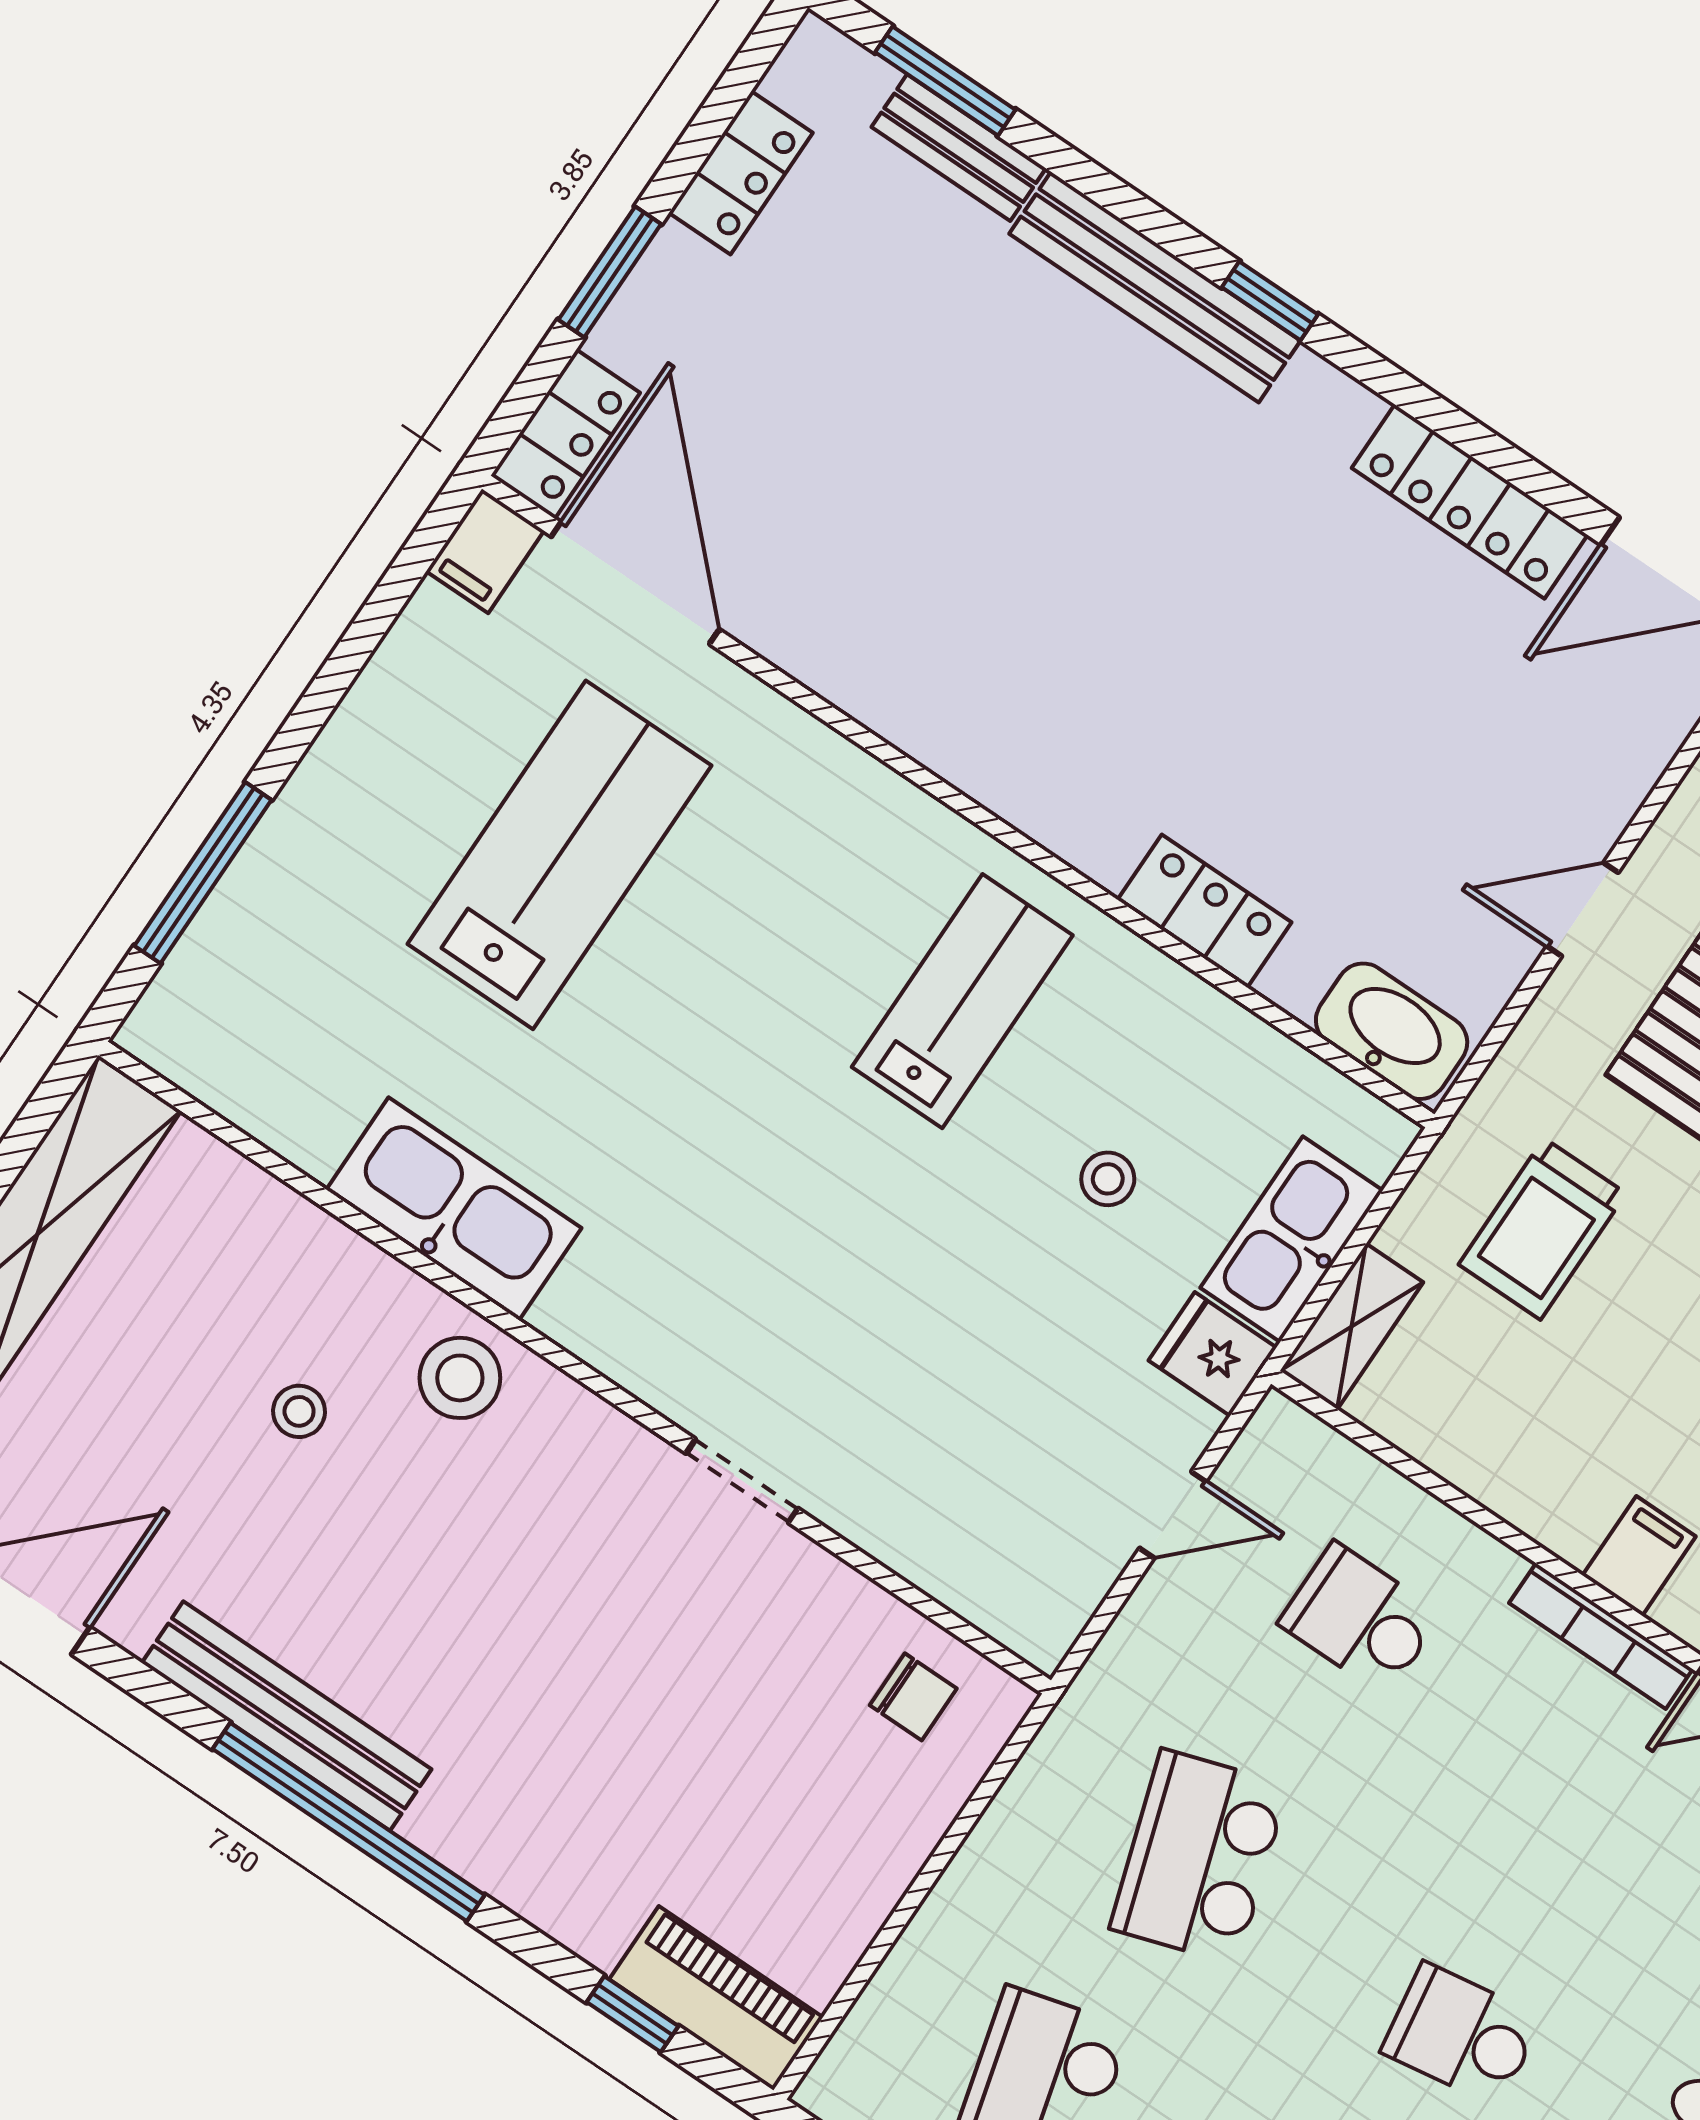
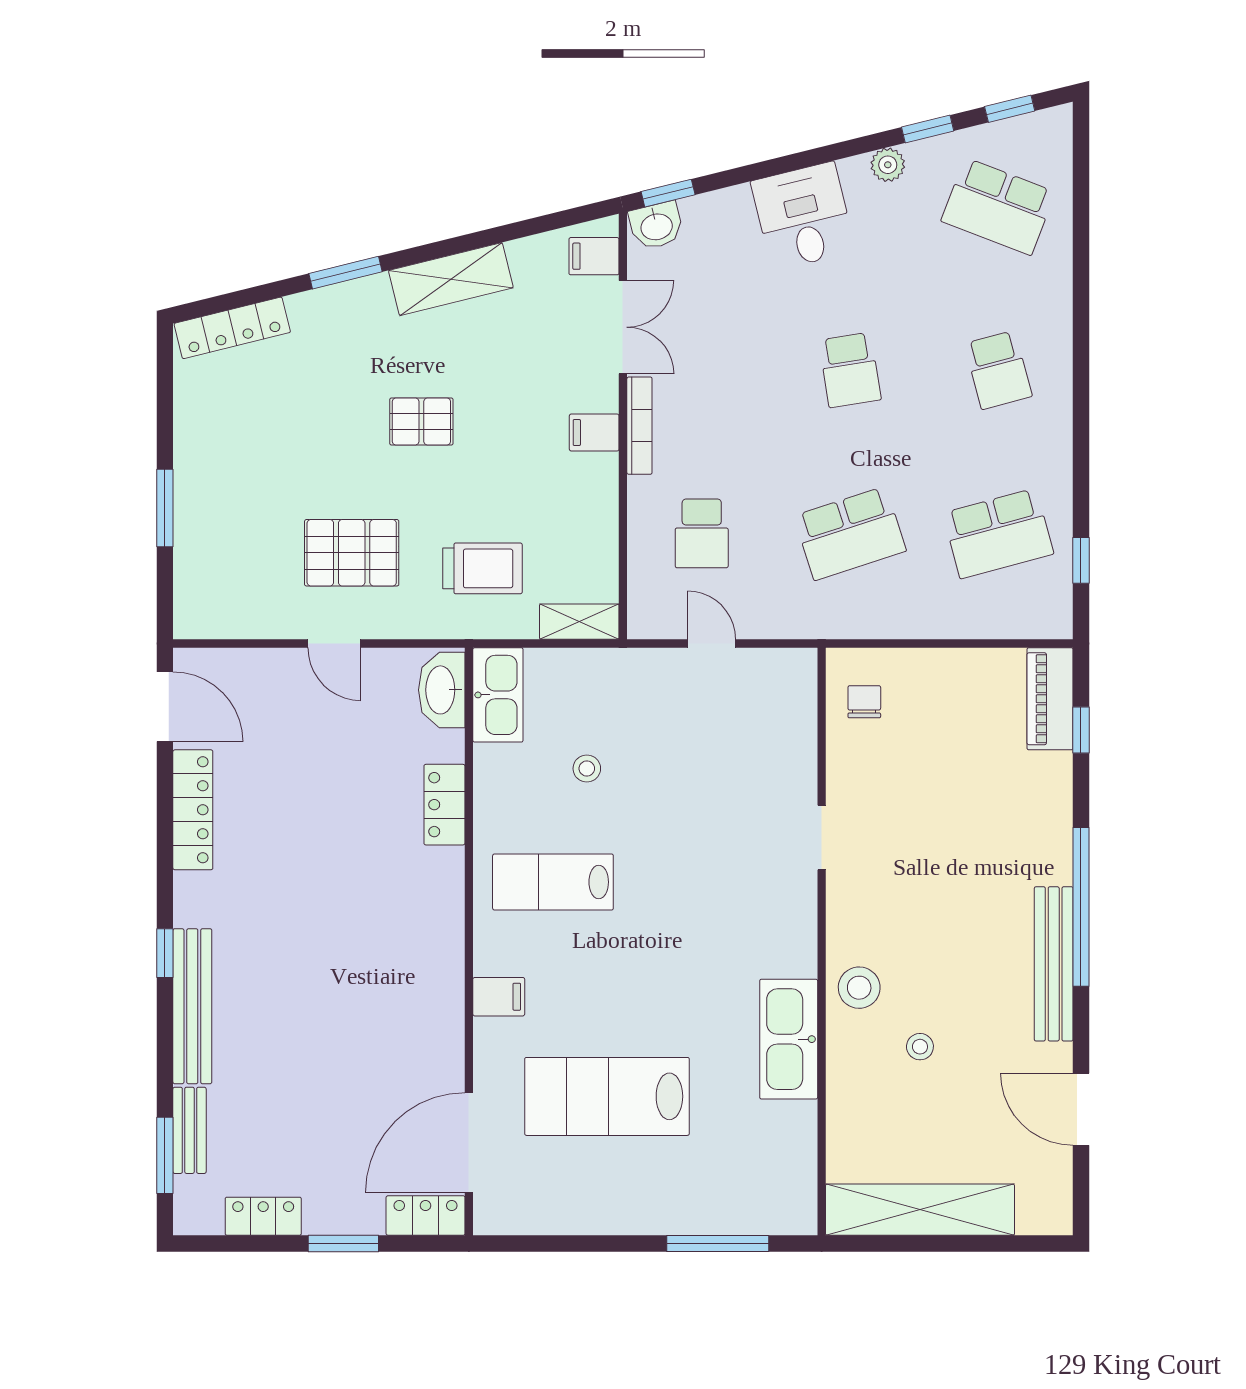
filing cabinet: (485, 551) -> (499, 997), moved
kitchen sink: (1292, 1239) -> (498, 695), moved, turned -90
fridge: (1213, 1354) -> (631, 673), removed

